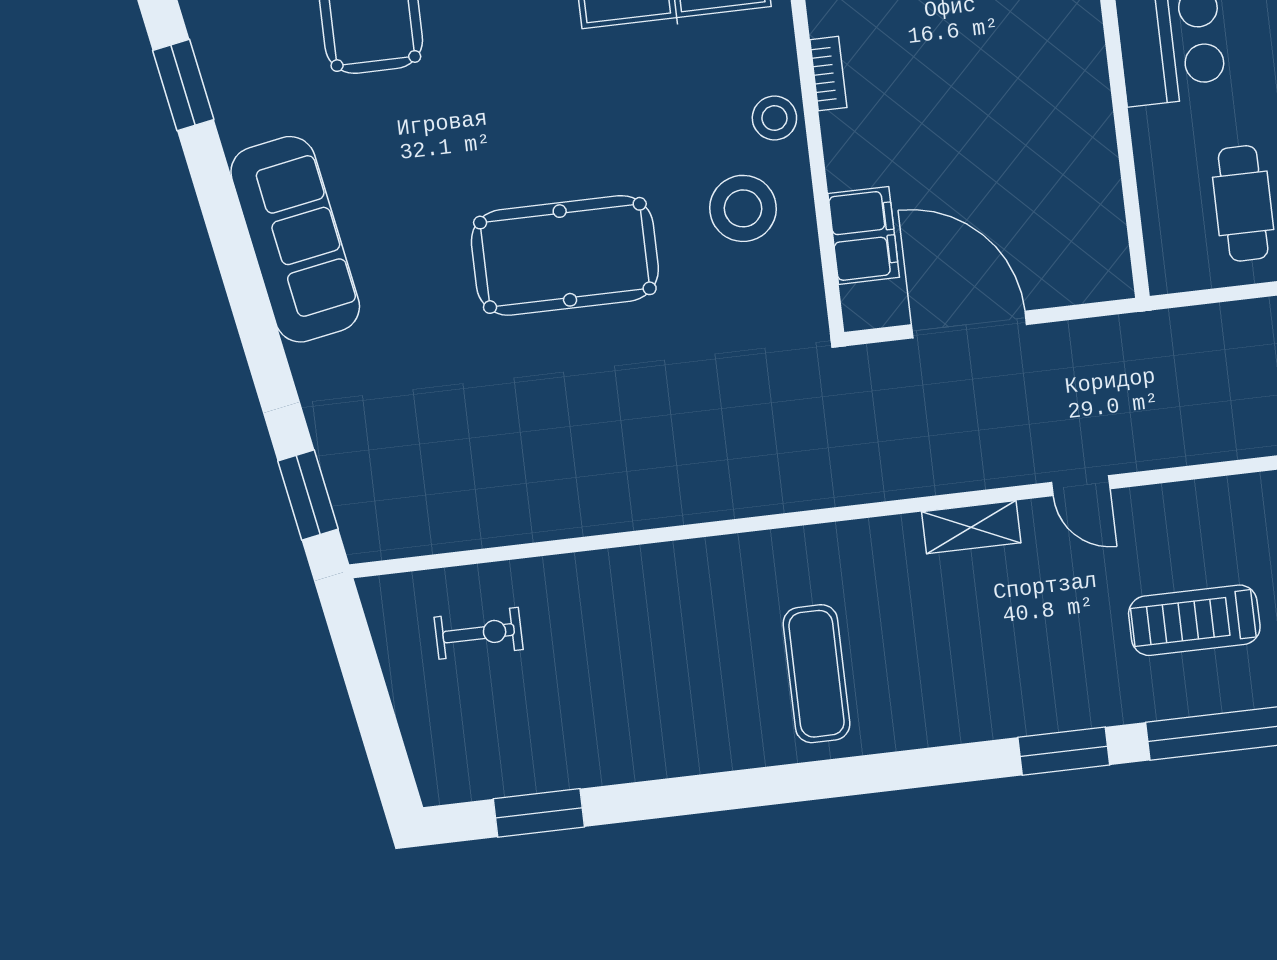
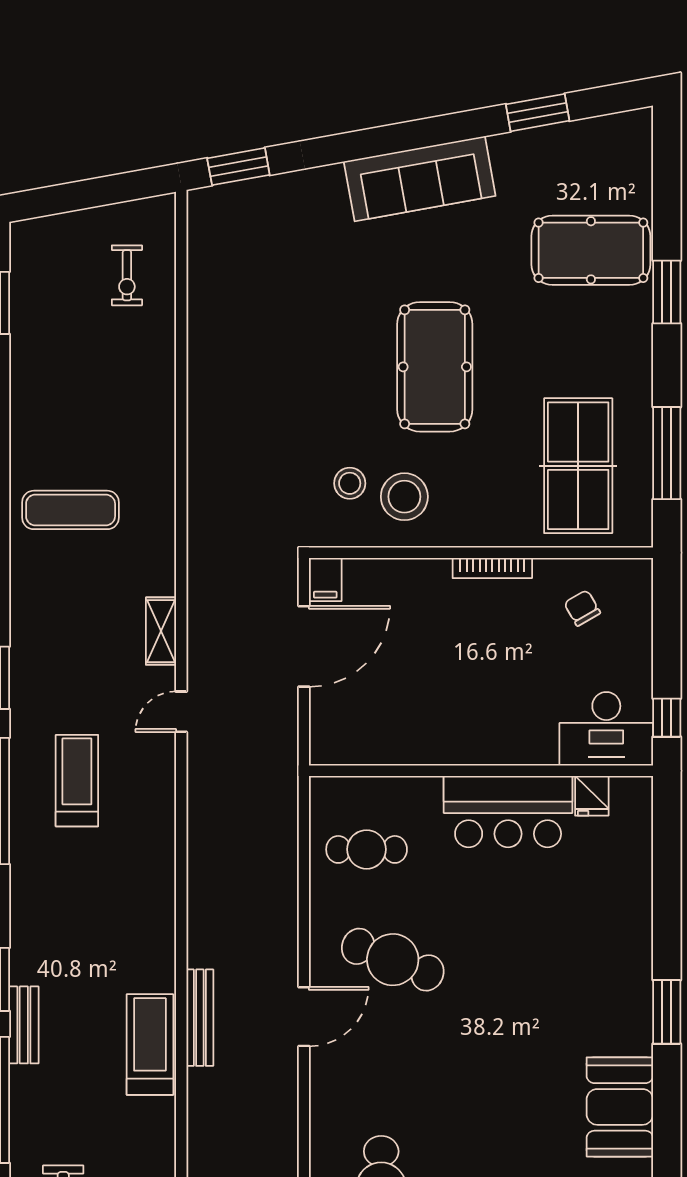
bookcase: (828, 74) -> (492, 568), width x1.56
stool: (774, 118) -> (350, 483), moved
filing cabinet: (864, 235) -> (325, 579), moved, width x0.50
pool table: (565, 255) -> (435, 367), moved

